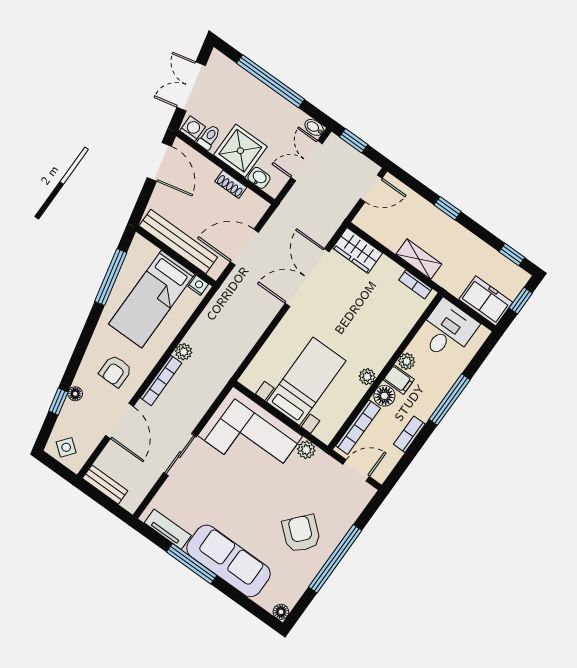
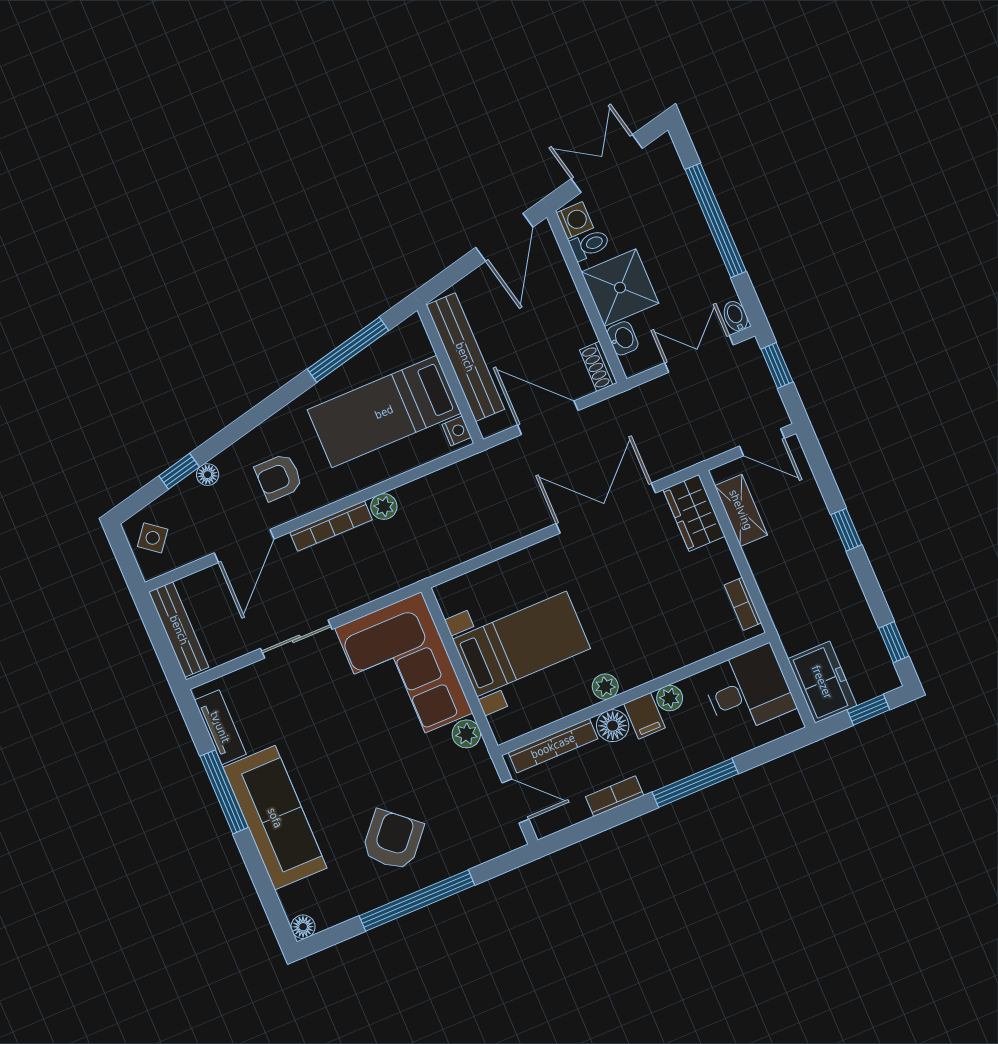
shoe rack: (231, 184) -> (598, 366), moved
shelving: (419, 259) -> (741, 510), moved
bench: (105, 485) -> (179, 630), width x1.36

